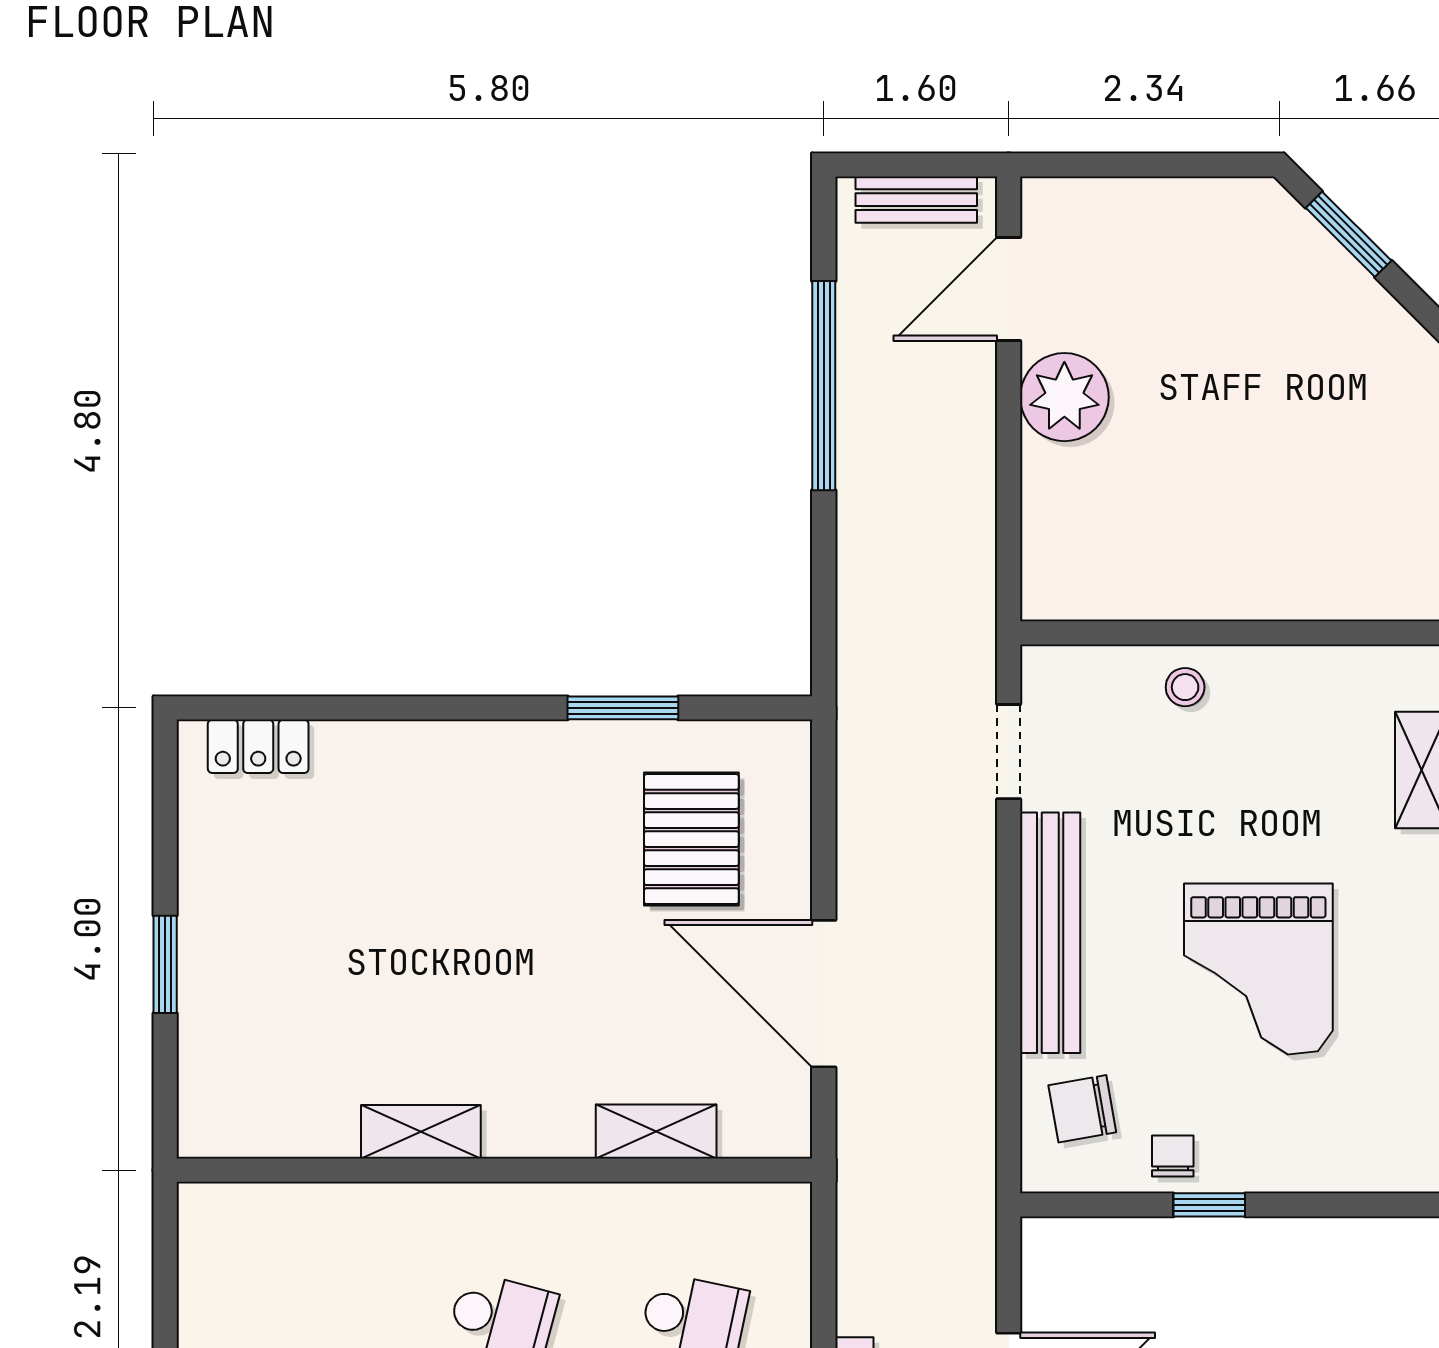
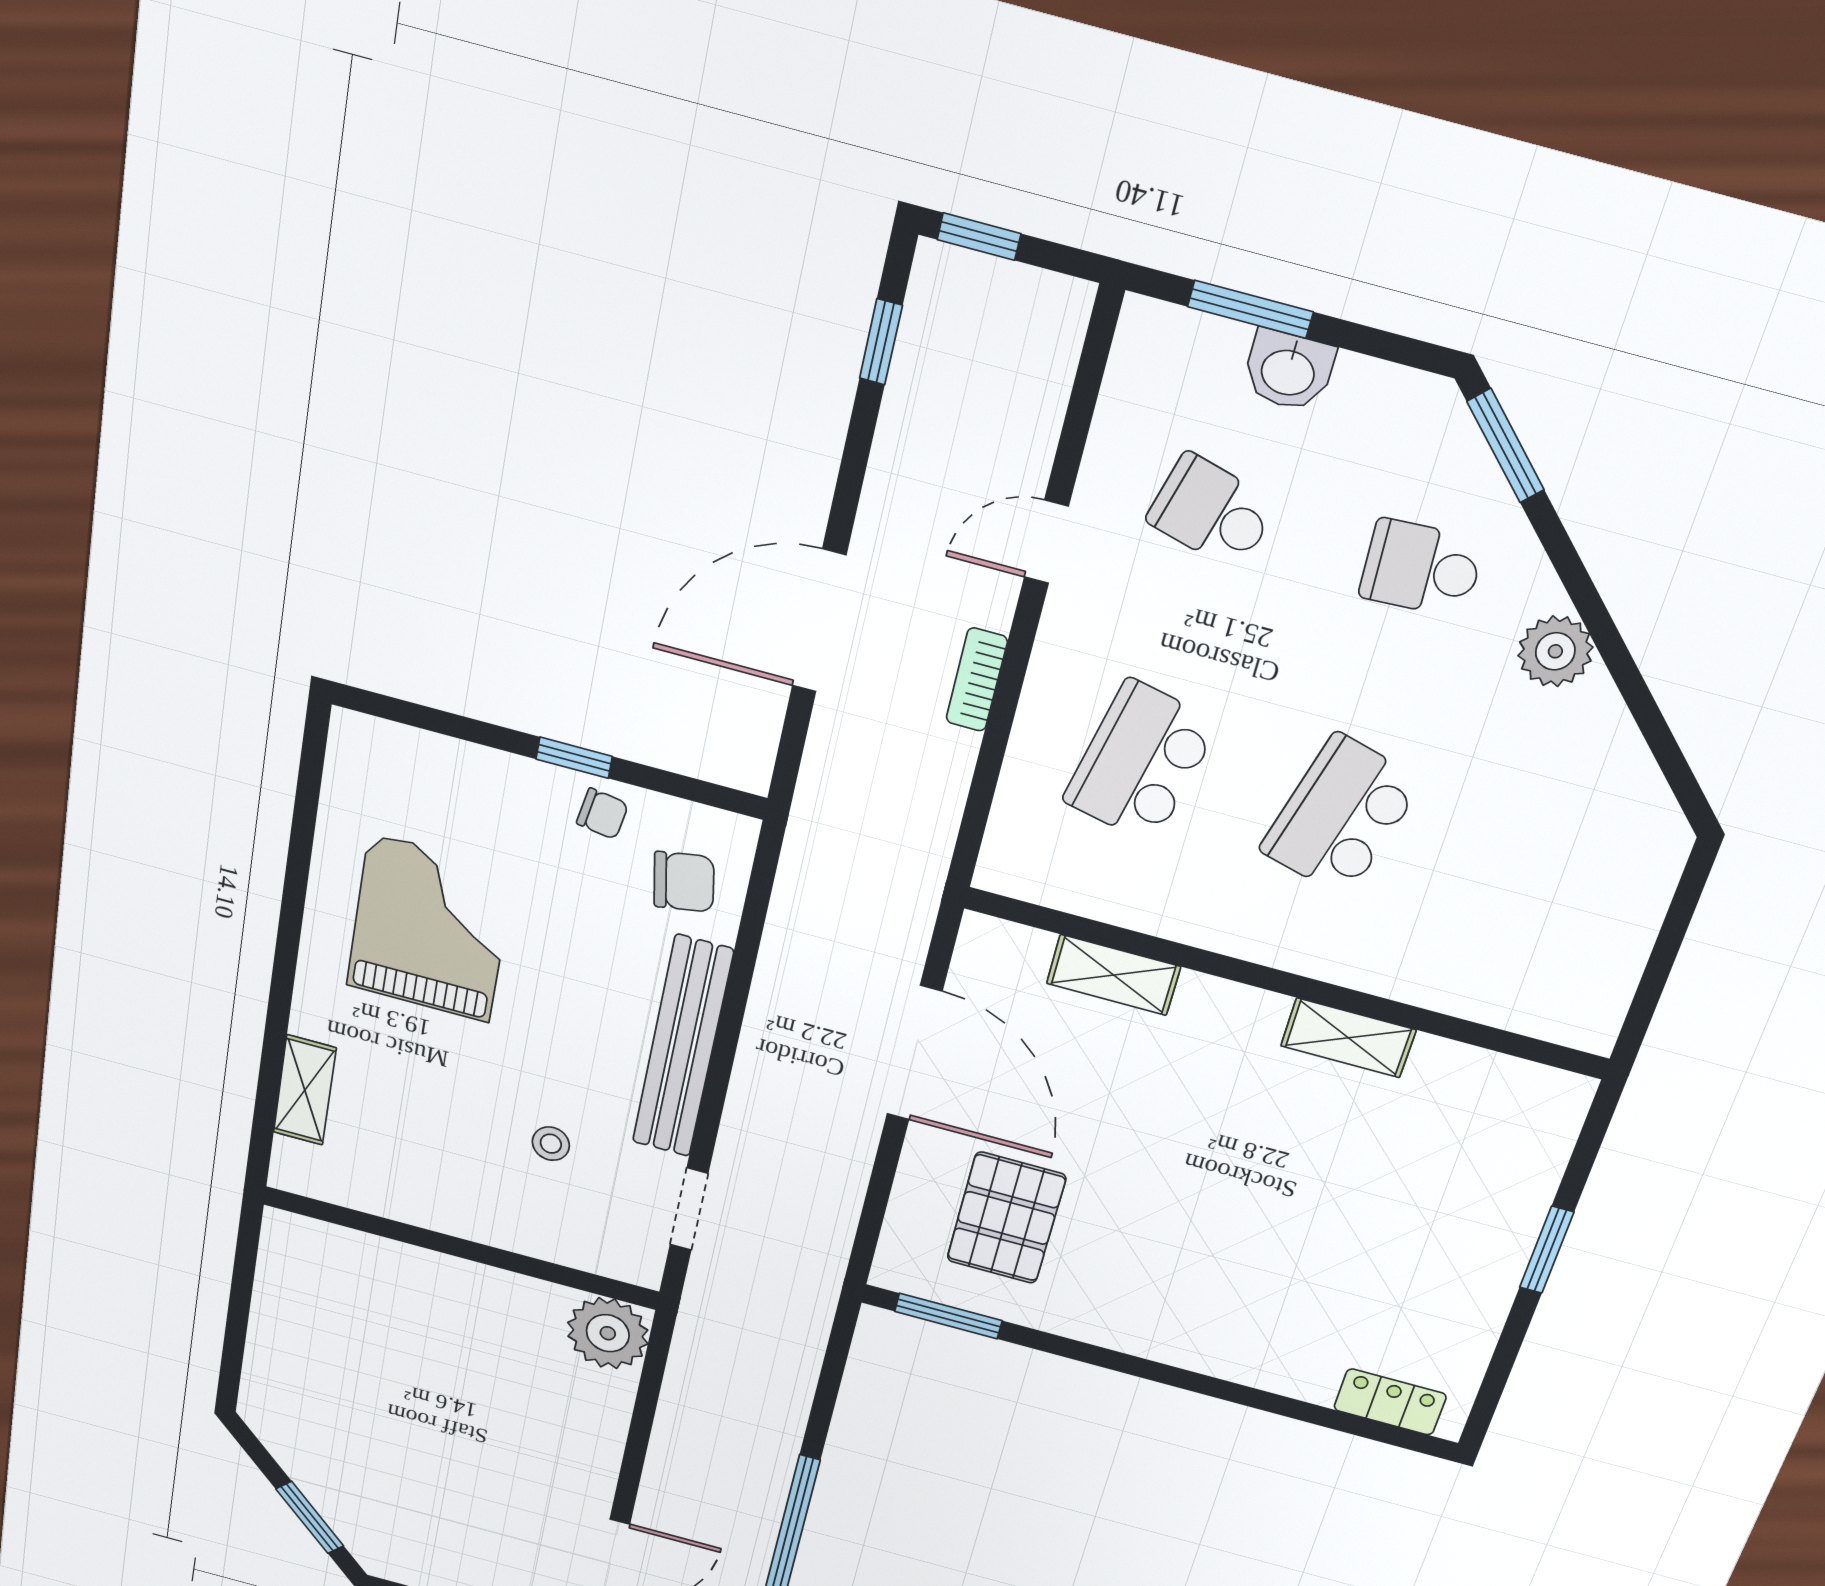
plant: (1064, 397) -> (608, 1333), moved
stool: (1185, 687) -> (551, 1144), moved
window: (623, 708) -> (948, 1316), moved
grand piano: (1258, 969) -> (430, 928), moved
chair: (1173, 1156) -> (602, 814), turned -81

